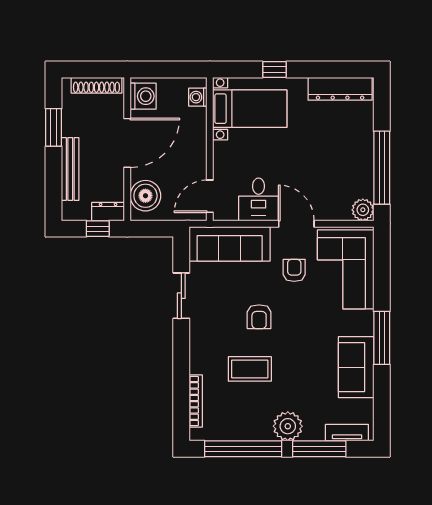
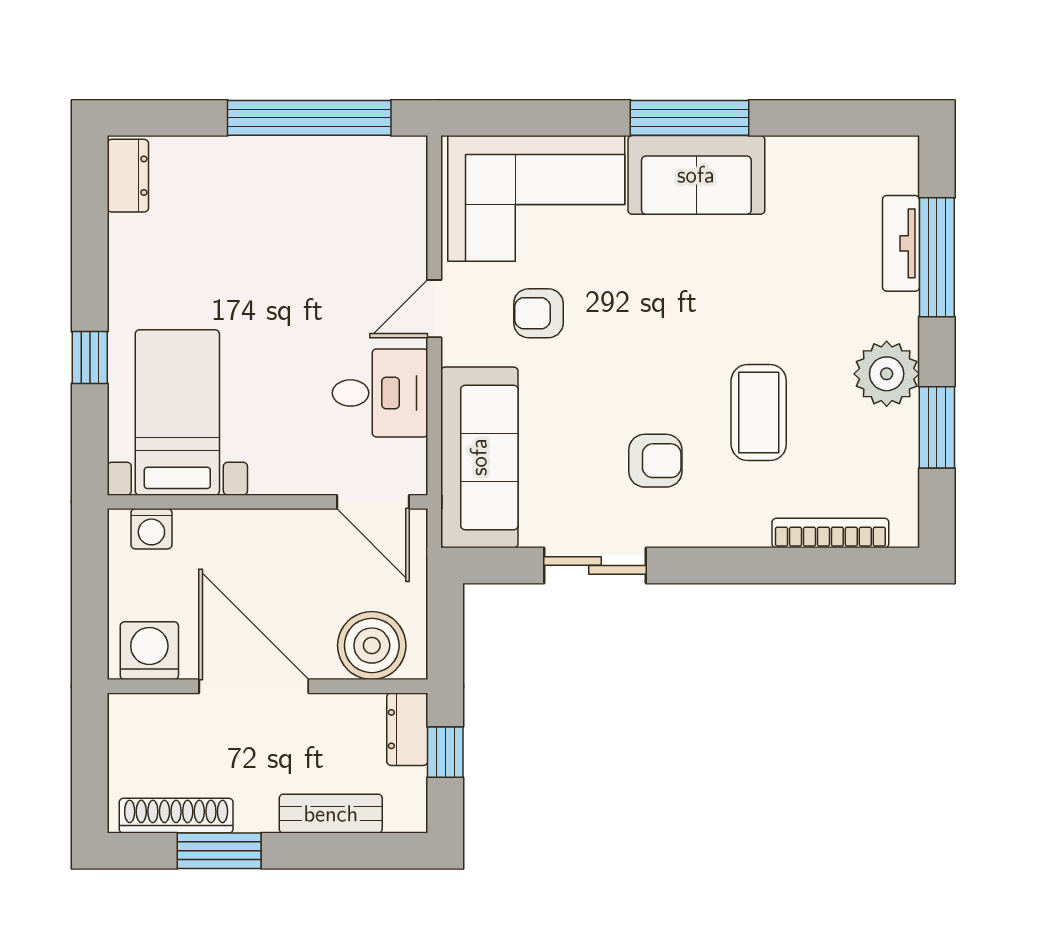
shoe rack: (96, 85) -> (176, 816), moved, turned -90
dresser: (340, 89) -> (128, 176), width x0.51, depth x0.80
bench: (70, 169) -> (331, 814), width x0.73
plant: (363, 210) -> (403, 160), removed
door: (296, 224) -> (434, 309), width x0.73
armchair: (259, 317) -> (655, 461), moved
sofa: (356, 367) -> (696, 175), moved
plant: (288, 426) -> (887, 374), moved
tv unit: (347, 433) -> (901, 243), moved
window: (243, 449) -> (937, 427), width x0.47

